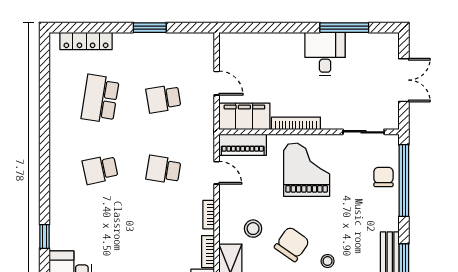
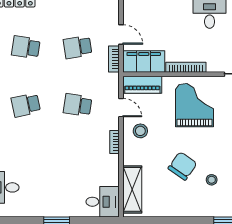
school desk: (100, 99) -> (26, 47), width x0.54
stool: (253, 229) -> (140, 131), moved
bookcase: (208, 252) -> (114, 59), moved

